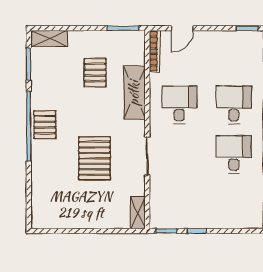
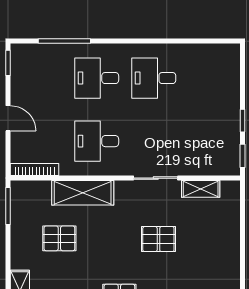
door: (182, 28) -> (8, 118), moved
pallet: (94, 158) -> (158, 239), width x0.67, depth x0.71
shelving: (138, 213) -> (201, 189), moved

